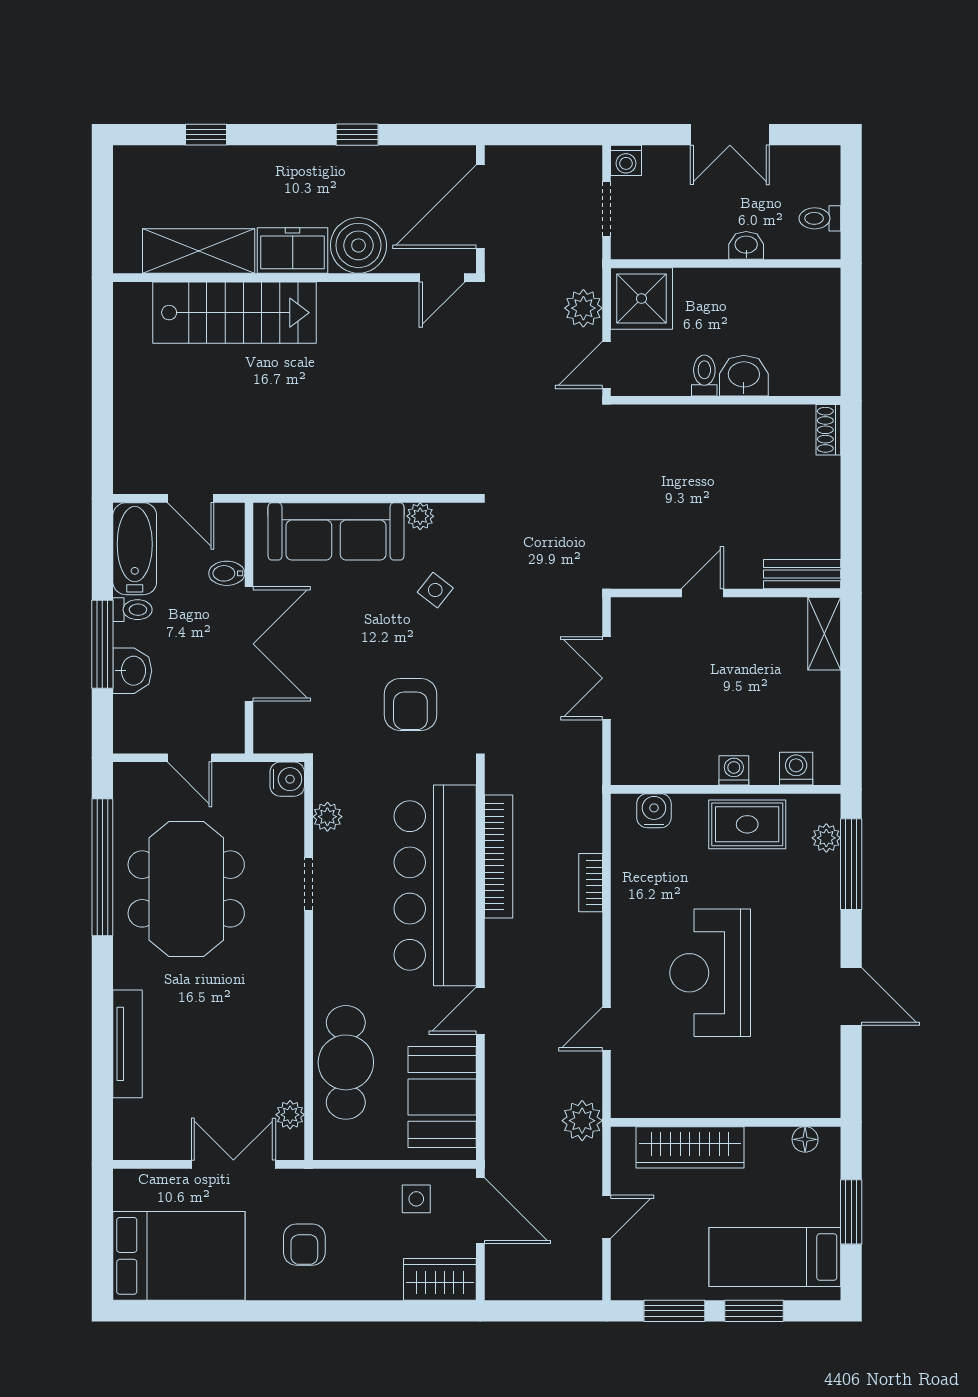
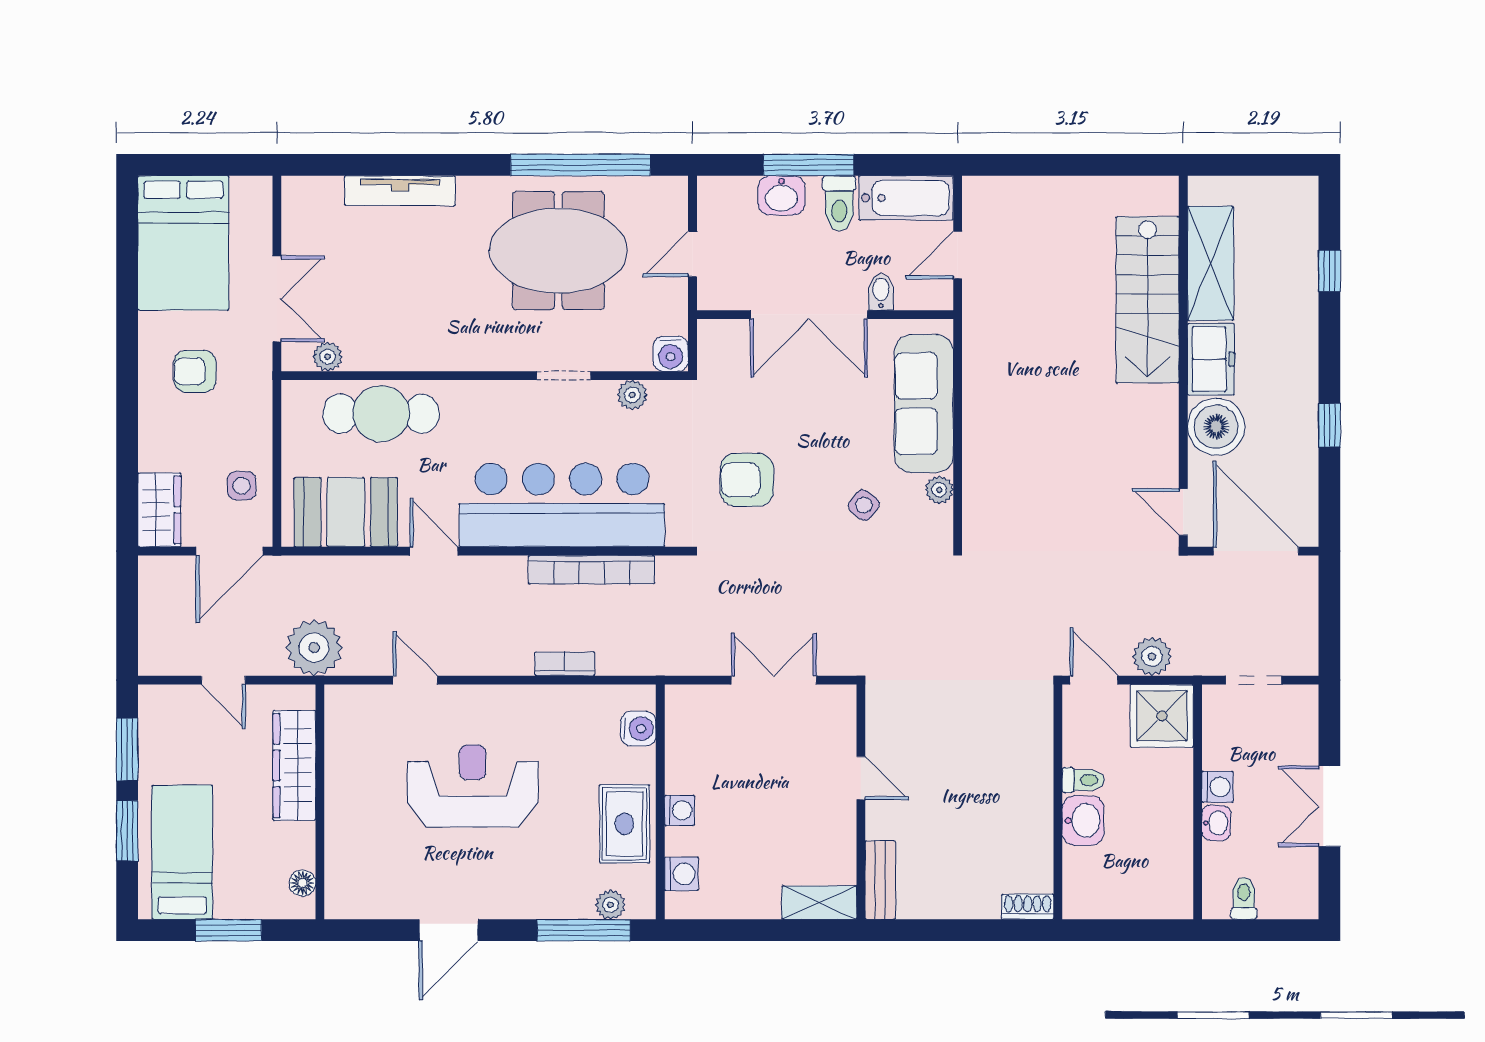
washing machine: (626, 160) -> (1218, 787), moved, turned 180
toilet: (132, 610) -> (839, 203), width x1.37, depth x1.39
plant: (582, 1121) -> (314, 648), width x1.36, depth x1.36

